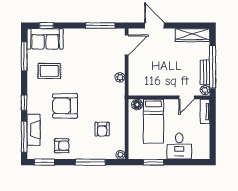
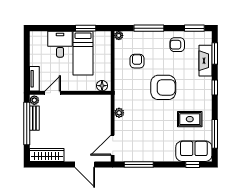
armchair: (65, 106) -> (163, 87), moved
bed: (153, 121) -> (83, 53), moved, turned 180
window: (24, 137) -> (215, 53), width x0.69

